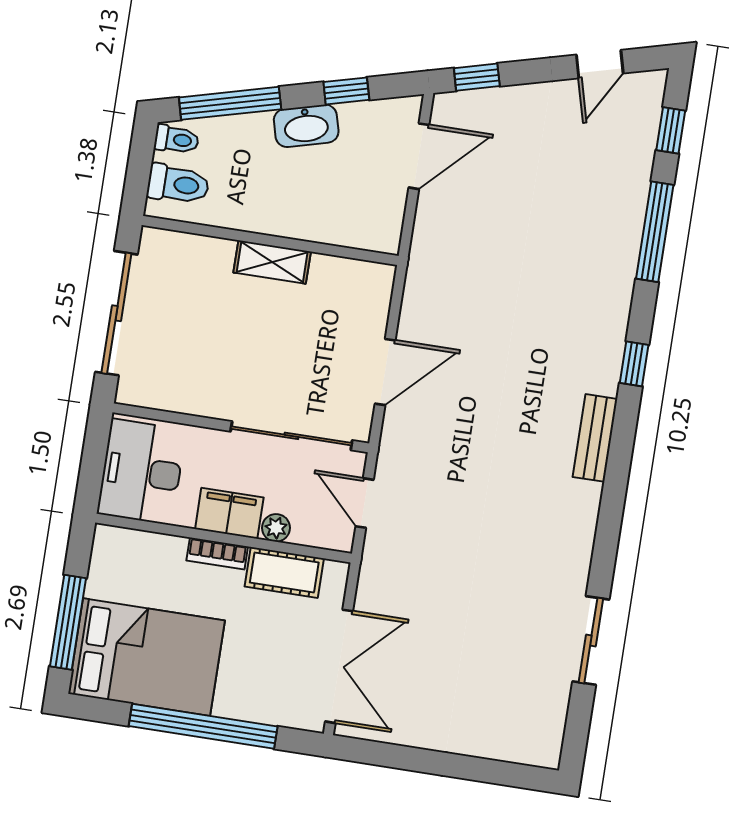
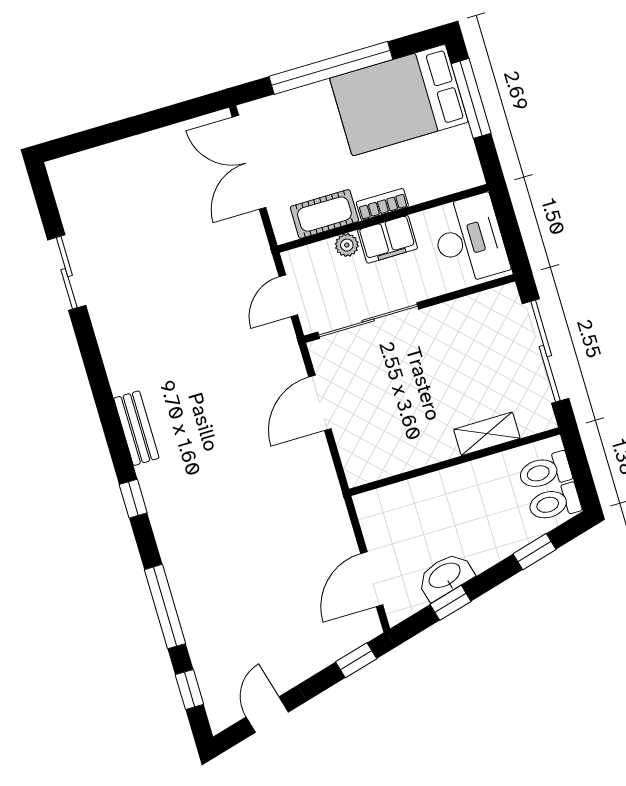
window: (230, 103) -> (535, 552), width x0.46
washbasin: (306, 126) -> (445, 576), moved
toilet: (177, 139) -> (554, 503), width x1.37, depth x1.39
shelving: (272, 262) -> (487, 434), moved
door: (365, 503) -> (288, 296), swing flipped

